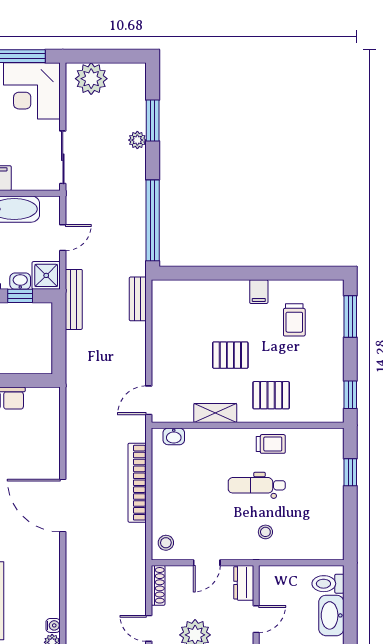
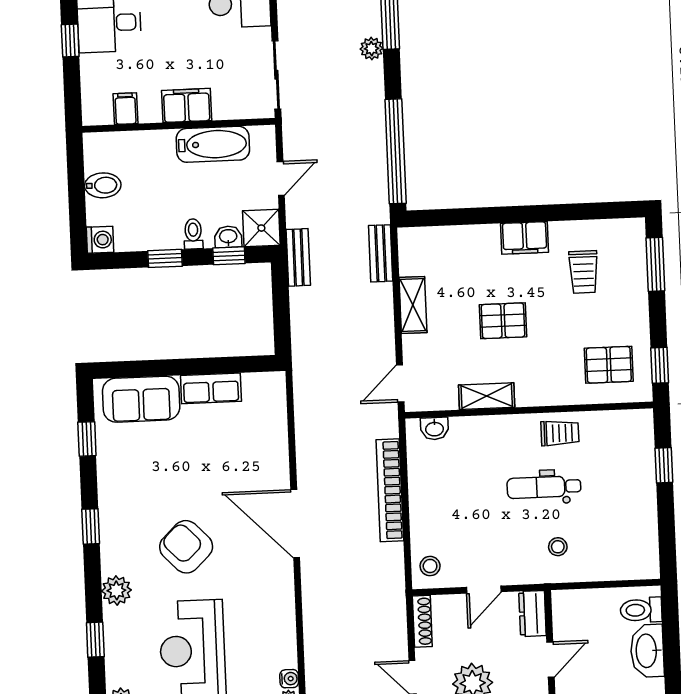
filing cabinet: (259, 292) -> (525, 238), width x2.00
bench: (74, 299) -> (298, 257), width x0.73
shelving: (161, 340) -> (413, 305), added
pallet: (271, 395) -> (609, 365), moved

